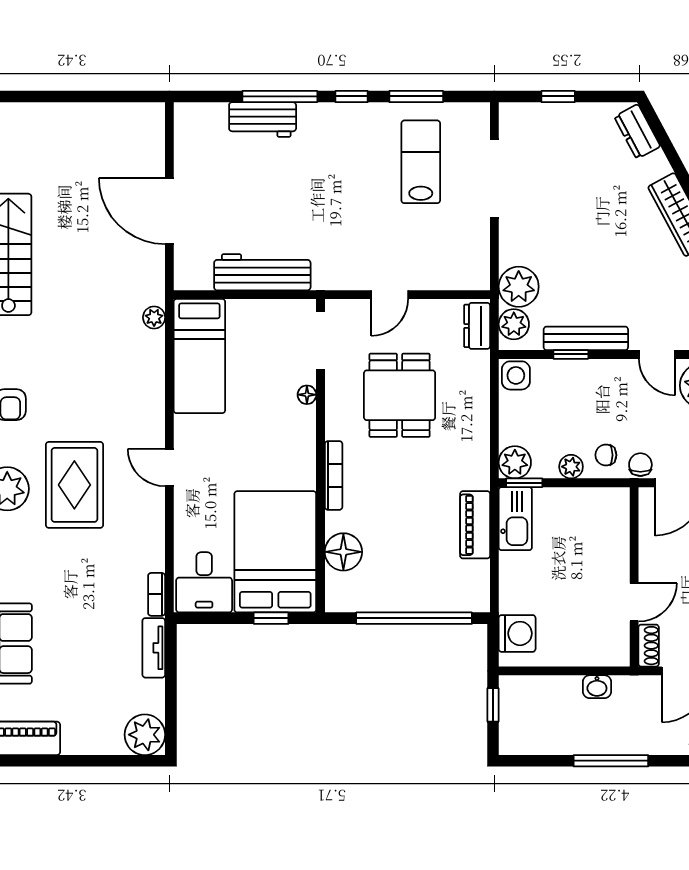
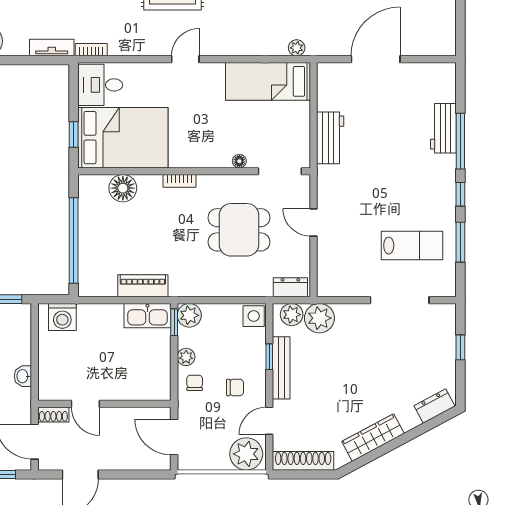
workbench: (262, 272) -> (330, 138), width x0.73
chair: (640, 465) -> (235, 387), moved
bookcase: (334, 475) -> (179, 181), width x0.64

